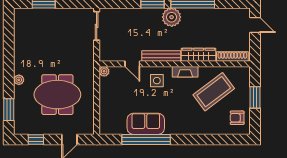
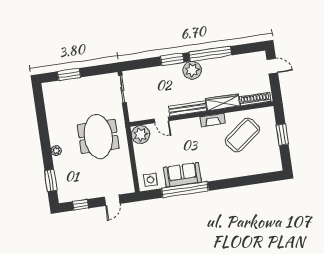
plant: (104, 71) -> (141, 134), width x1.87, depth x1.87
side table: (157, 81) -> (151, 180), moved
meeting table: (57, 95) -> (98, 136), moved, turned 90
armchair: (237, 118) -> (268, 157), removed

